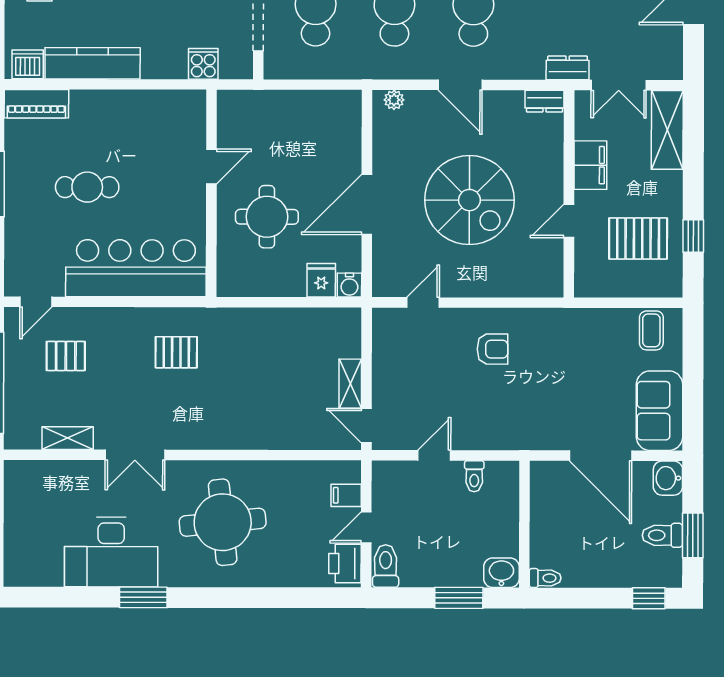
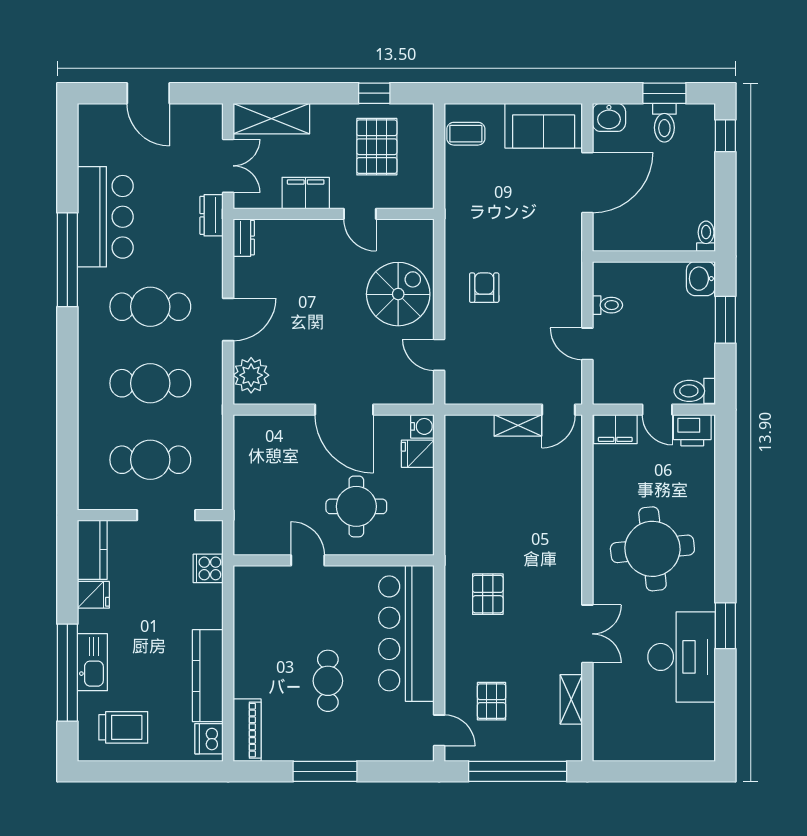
plant: (394, 100) -> (251, 375), width x1.88, depth x1.88
spiral stairs: (469, 200) -> (398, 294), moved, width x0.73, depth x0.73
filing cabinet: (346, 495) -> (615, 429), width x2.00

